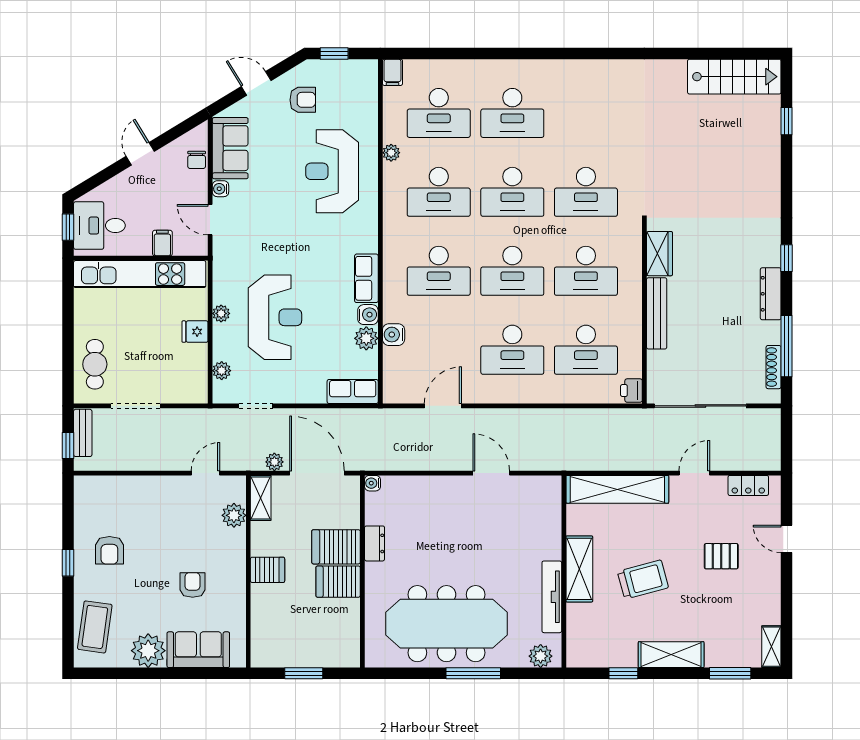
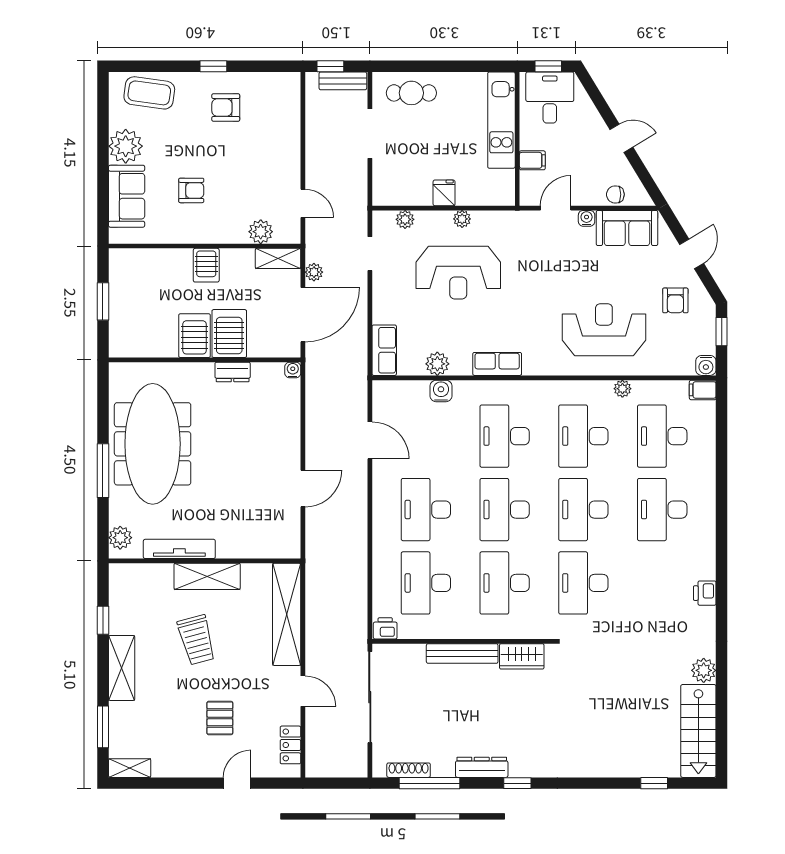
printer: (596, 70) -> (705, 593), added
plant: (674, 71) -> (704, 670), added
kitchen unit: (140, 274) -> (501, 120), width x0.73
water cooler: (368, 315) -> (706, 365), moved

